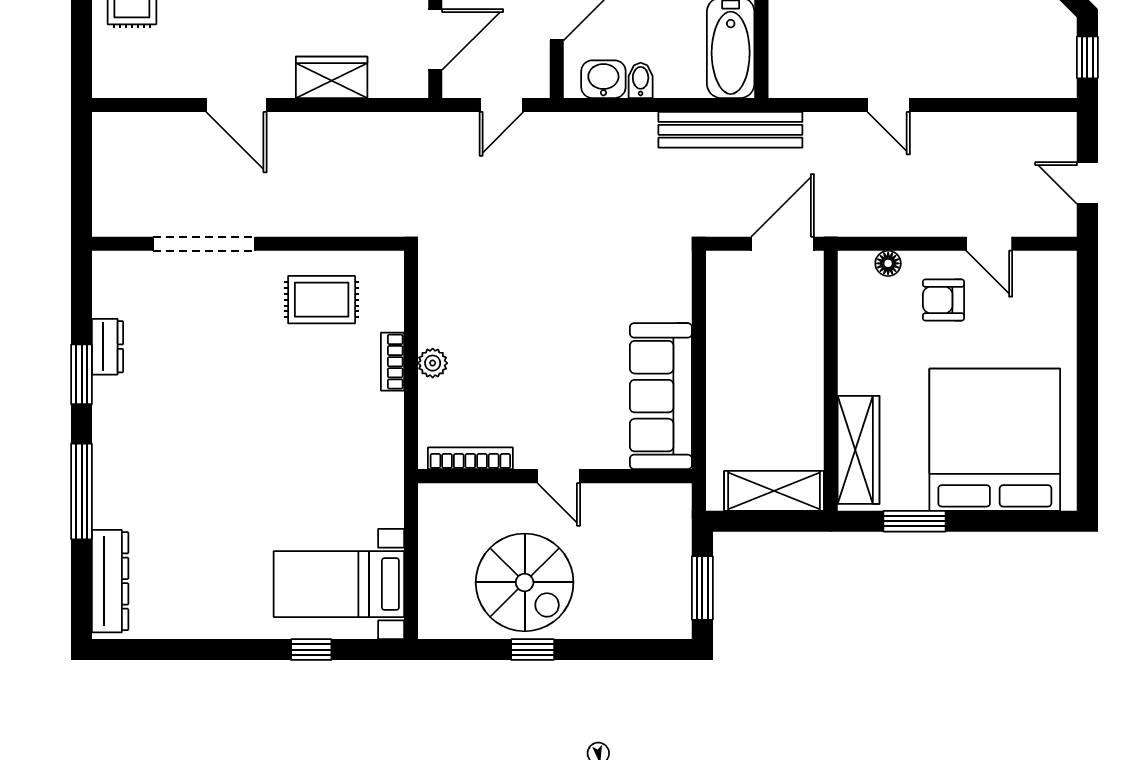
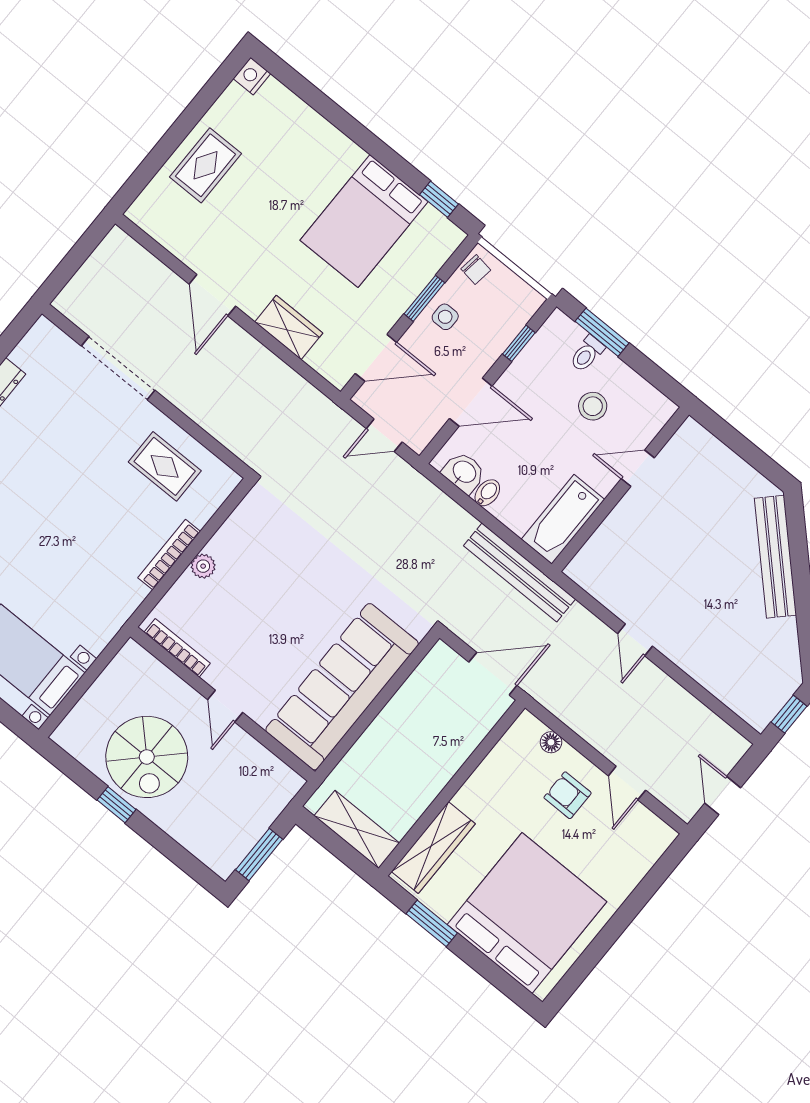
bookcase: (392, 362) -> (169, 555), width x1.56
sofa: (661, 396) -> (342, 687), width x1.36, depth x1.27

